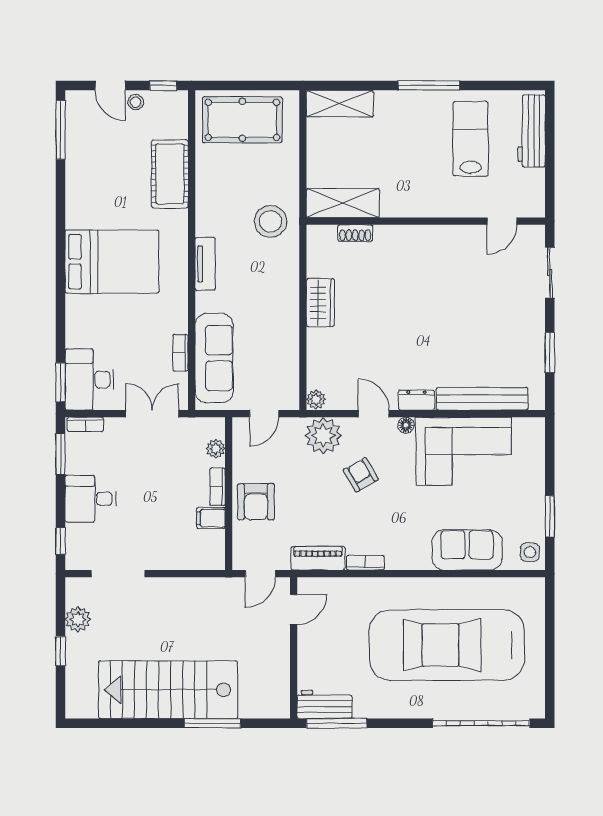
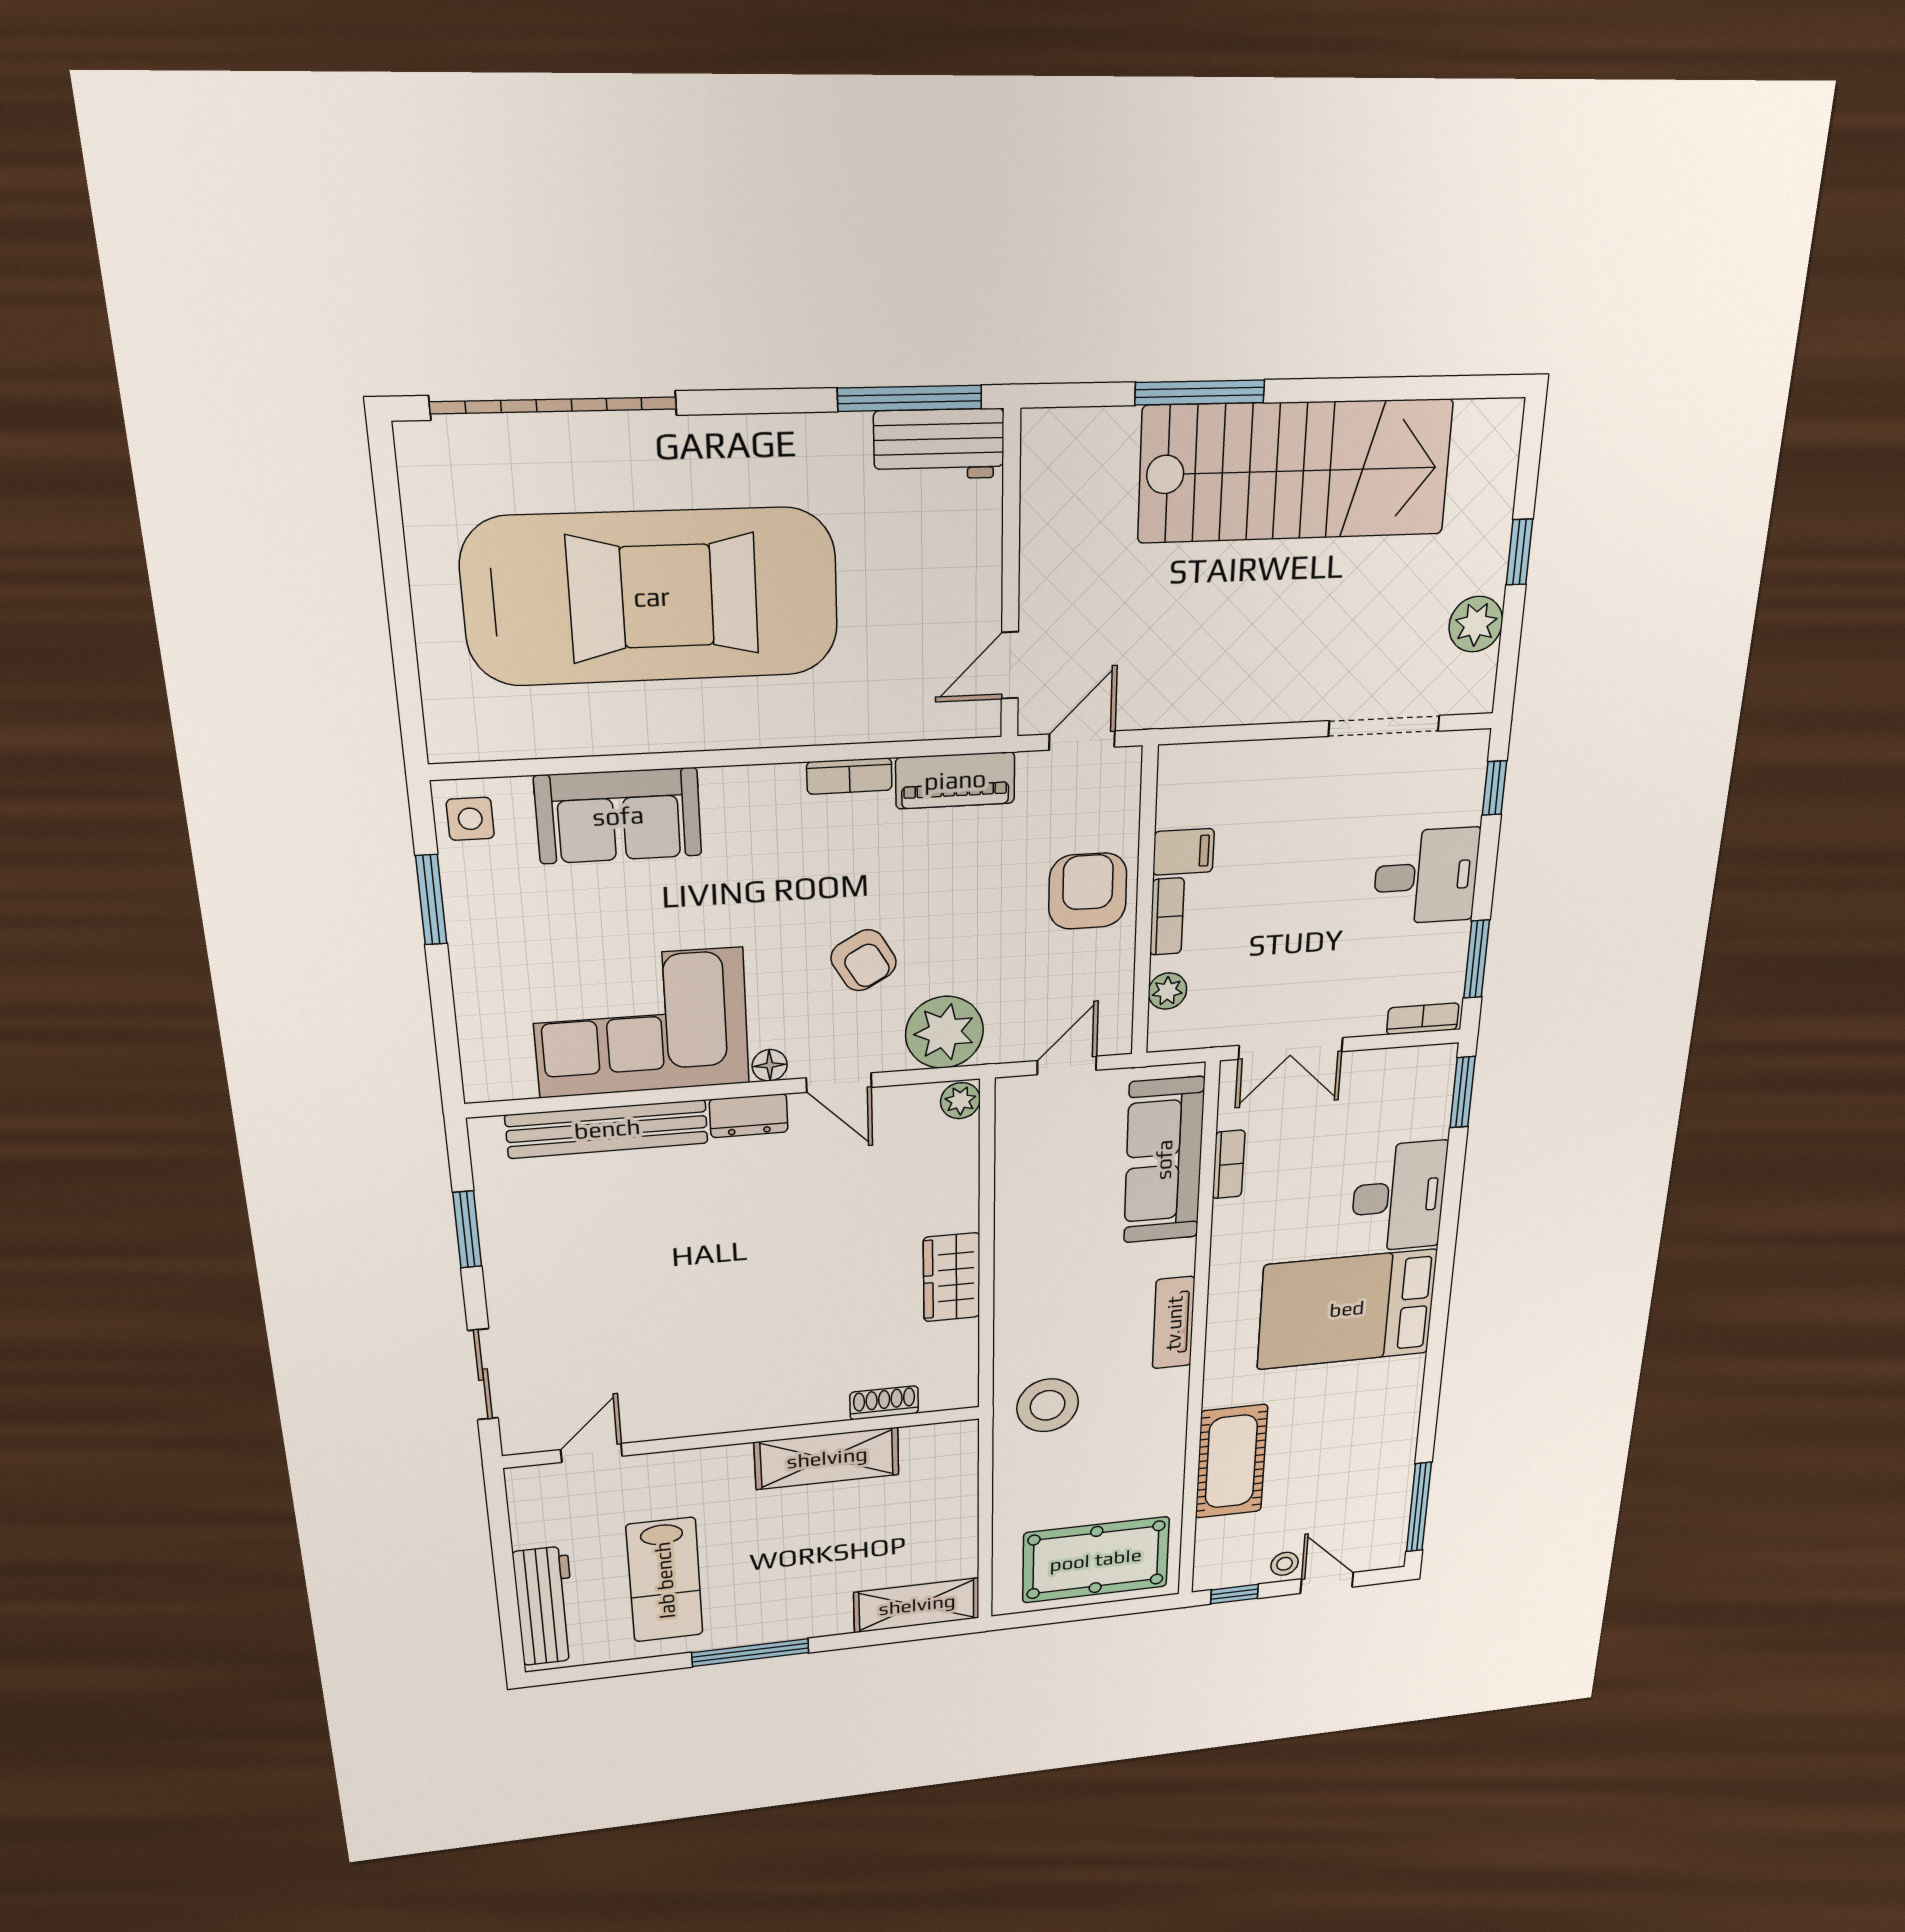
shelving: (343, 203) -> (827, 1458), moved
desk: (89, 380) -> (1399, 1197), moved

